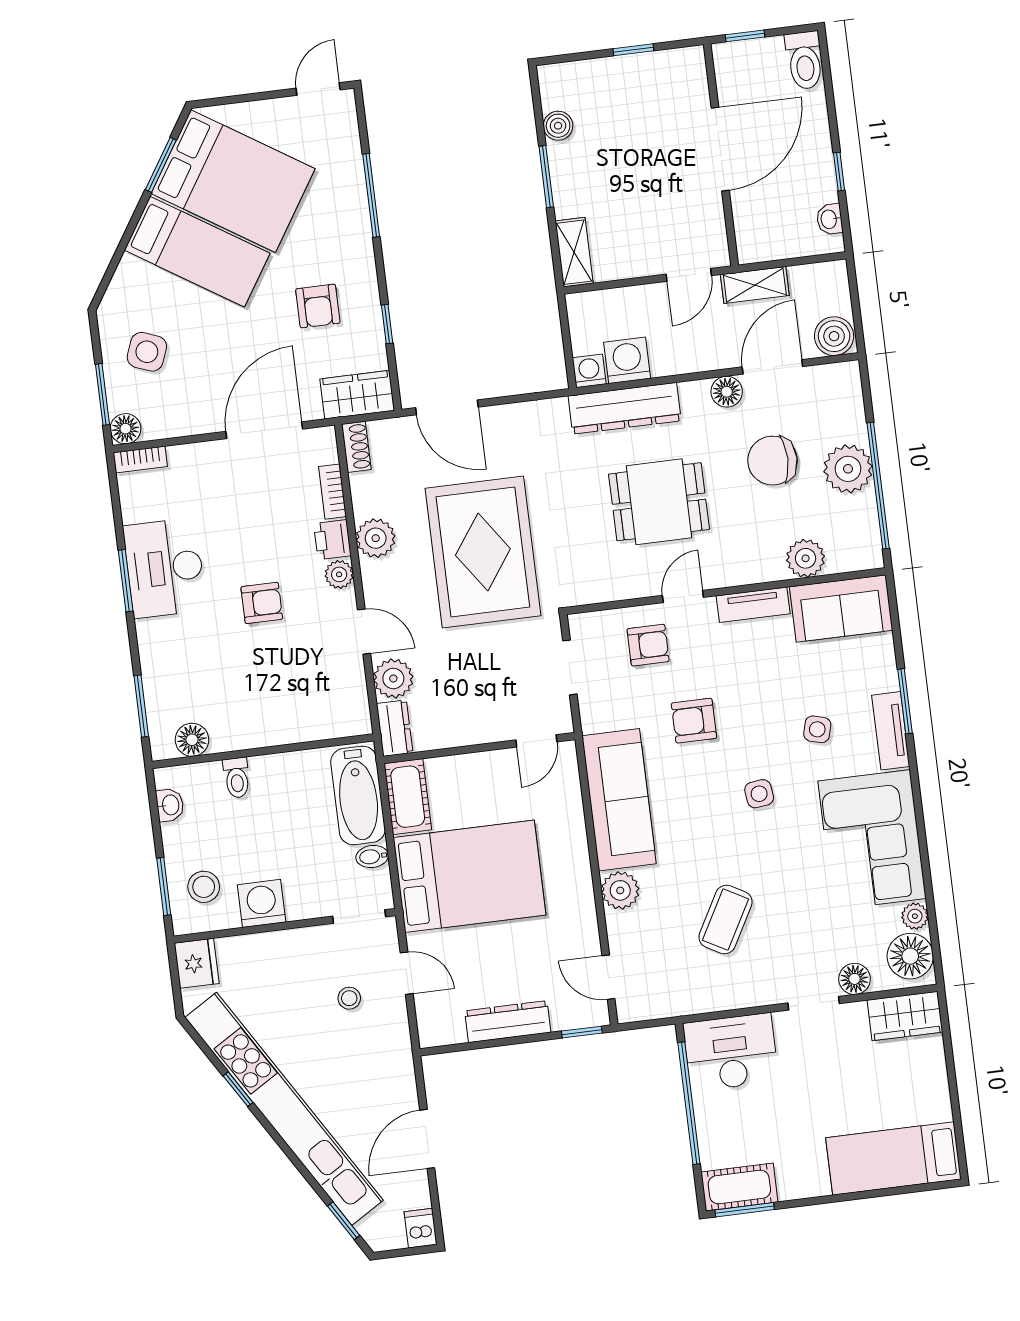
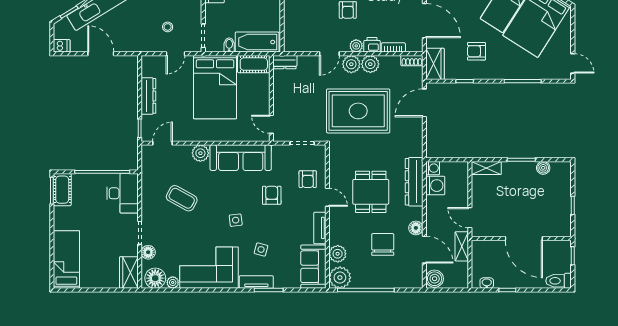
plant: (848, 469) -> (340, 278), moved
plant: (393, 678) -> (351, 64), moved

